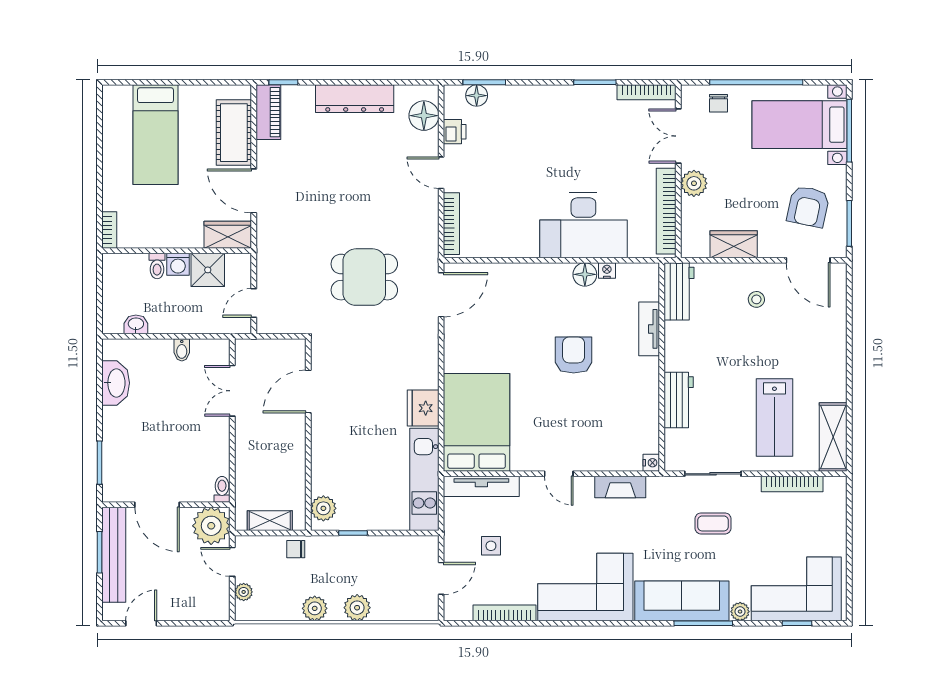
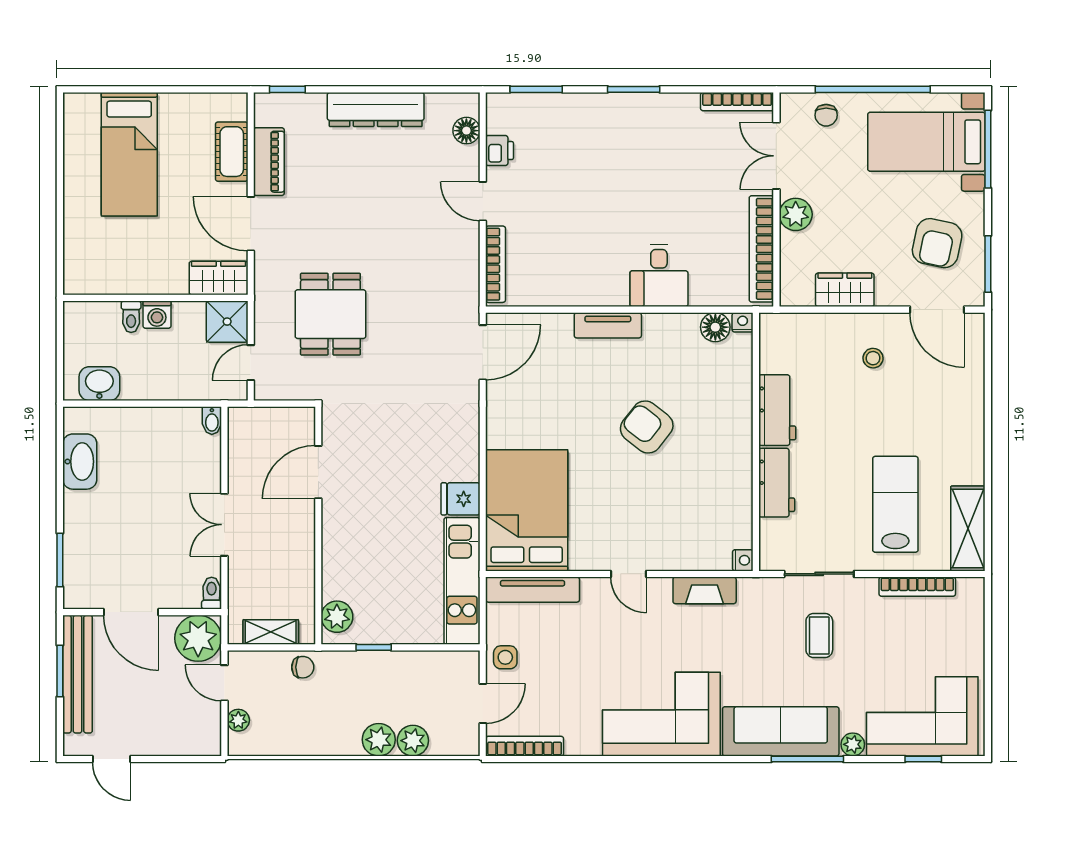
window: (595, 82) -> (634, 89), moved
floor lamp: (477, 96) -> (527, 106), removed
piano: (268, 112) -> (269, 162), moved
floor lamp: (424, 116) -> (466, 131), width x0.73, depth x0.73
cot: (234, 133) -> (232, 152), width x0.73, depth x0.75
desk: (583, 225) -> (659, 276), width x0.53, depth x0.77
bookcase: (109, 230) -> (72, 272), removed
shower: (208, 270) -> (227, 322), moved
nightstand: (607, 271) -> (743, 322), moved
floor lamp: (585, 274) -> (715, 327), moved
dining table: (364, 277) -> (330, 314), moved, turned 90
workbench: (679, 291) -> (777, 410), moved
washbasin: (136, 324) -> (99, 384), width x1.38, depth x1.45
tv unit: (649, 329) -> (608, 325), moved, turned -90
bidet: (182, 350) -> (212, 421), moved
armchair: (574, 355) -> (647, 427), turned -52
double door: (232, 391) -> (224, 525), moved
fridge: (423, 408) -> (460, 499), width x0.72
lab bench: (774, 418) -> (895, 504), turned 180
coffee table: (713, 523) -> (819, 635), turned 90
side table: (491, 546) -> (505, 657), moved
chair: (296, 549) -> (303, 667), turned 180
plant: (315, 608) -> (413, 741), moved
bookcase: (505, 613) -> (525, 746), moved
door: (141, 623) -> (112, 759), swing flipped

